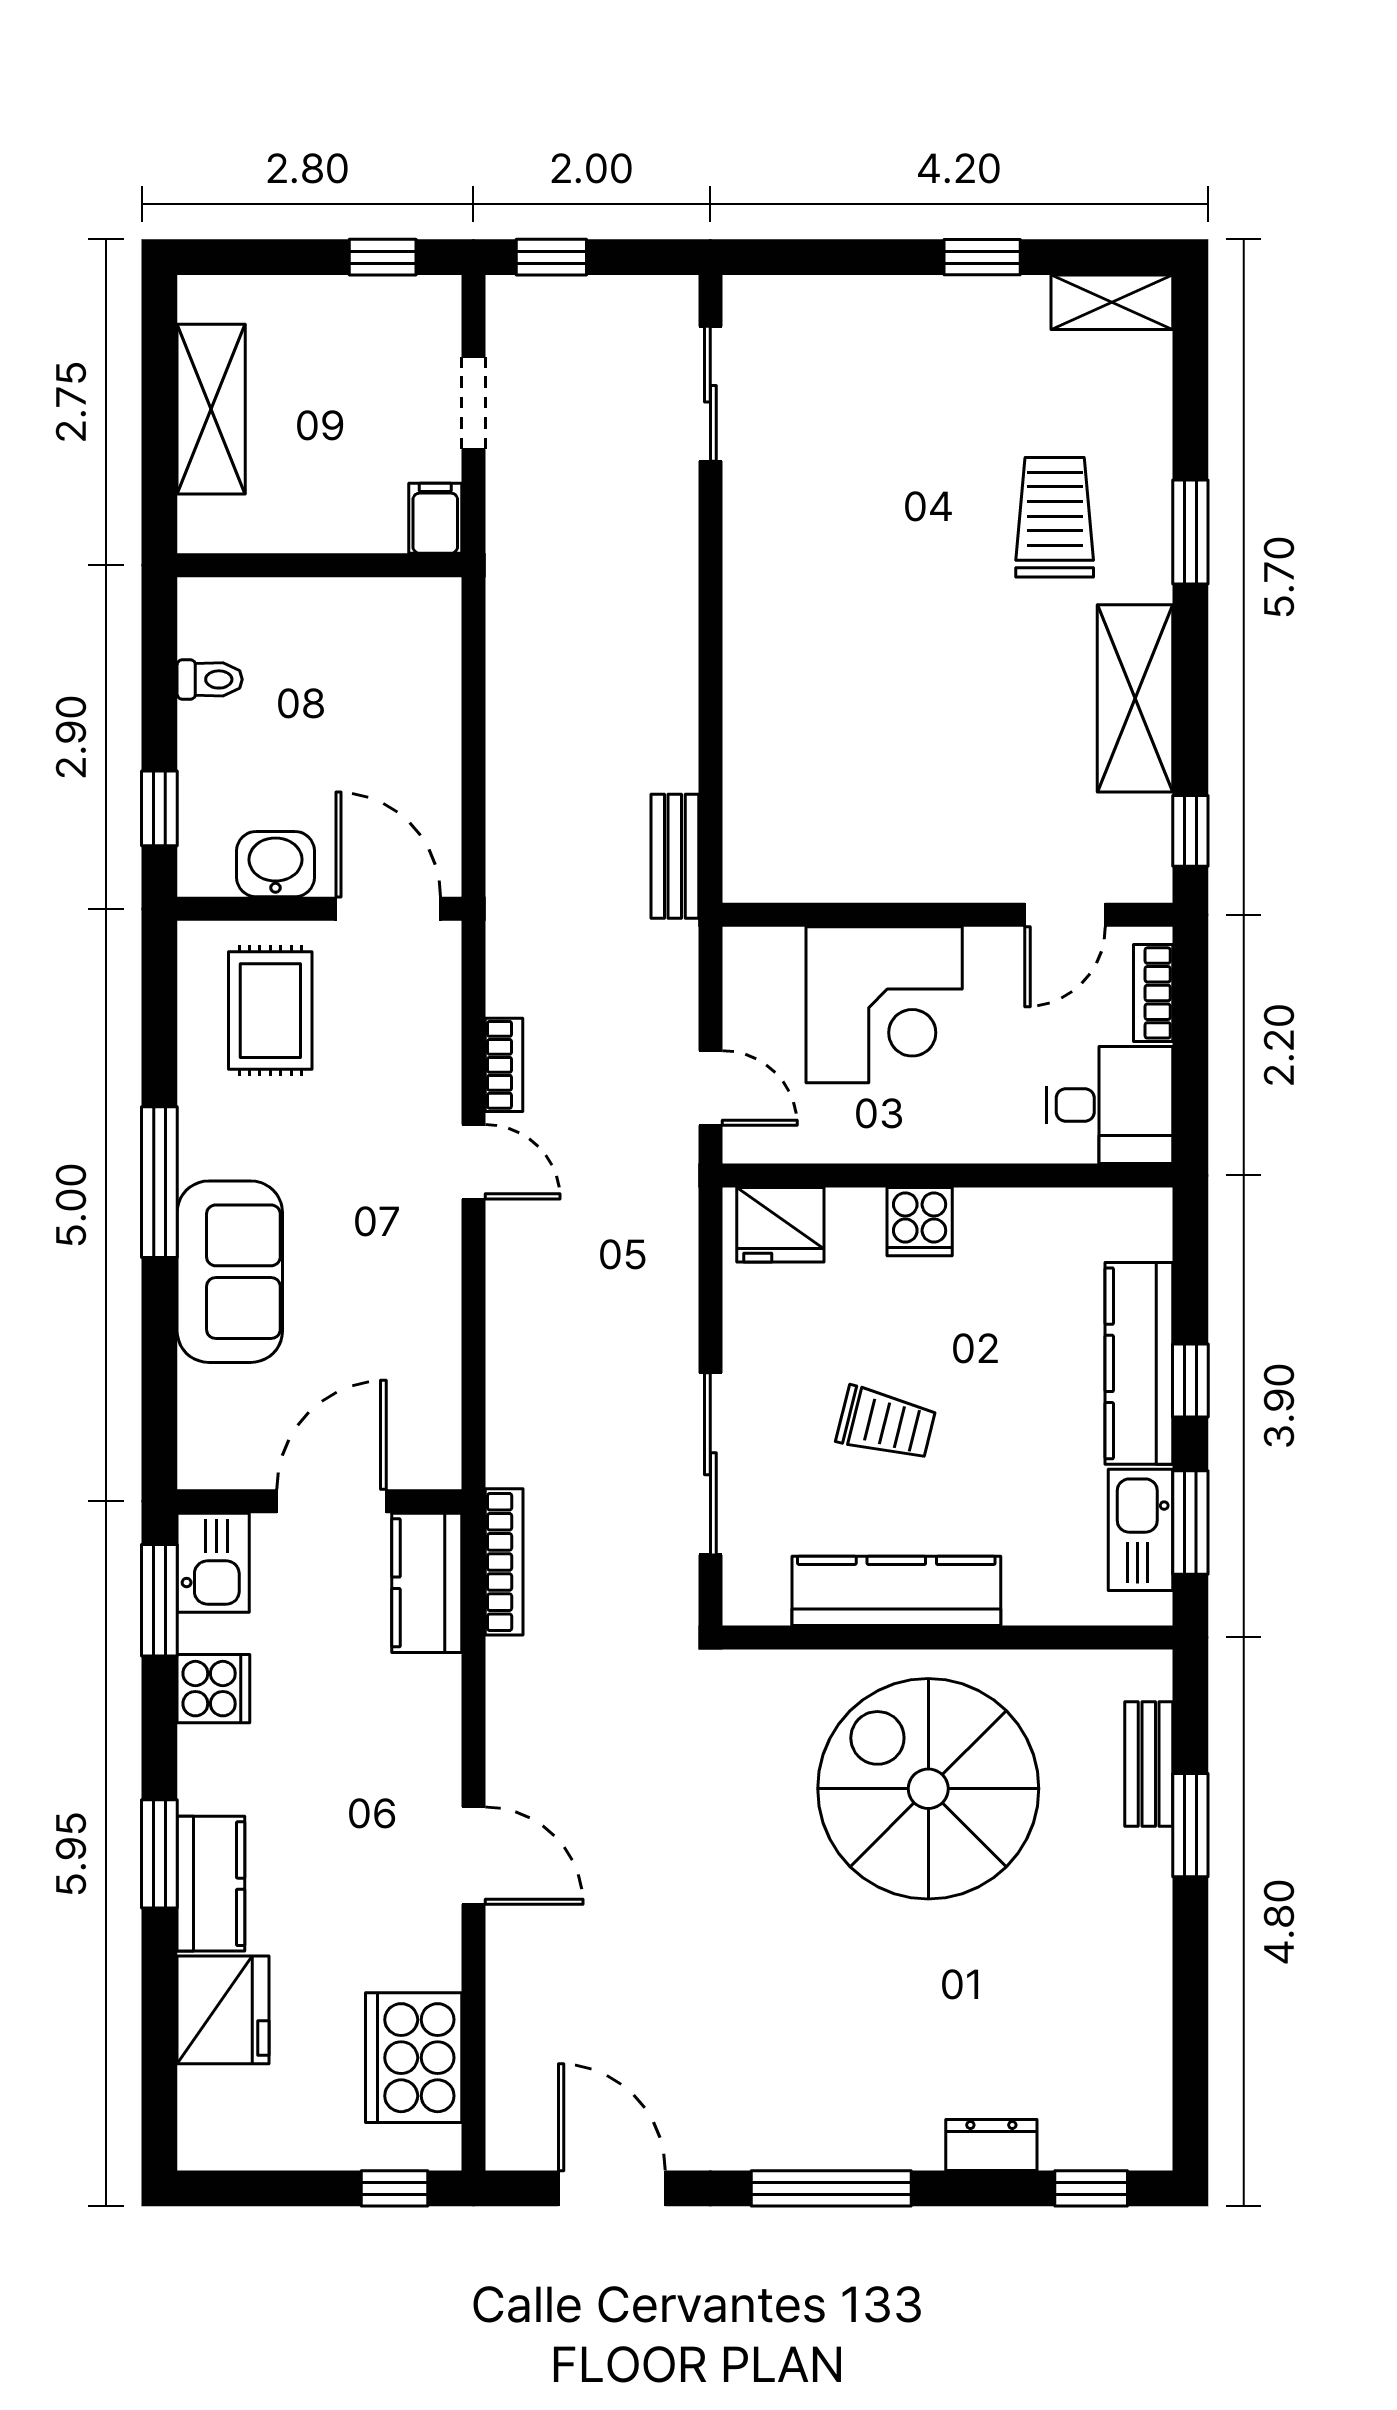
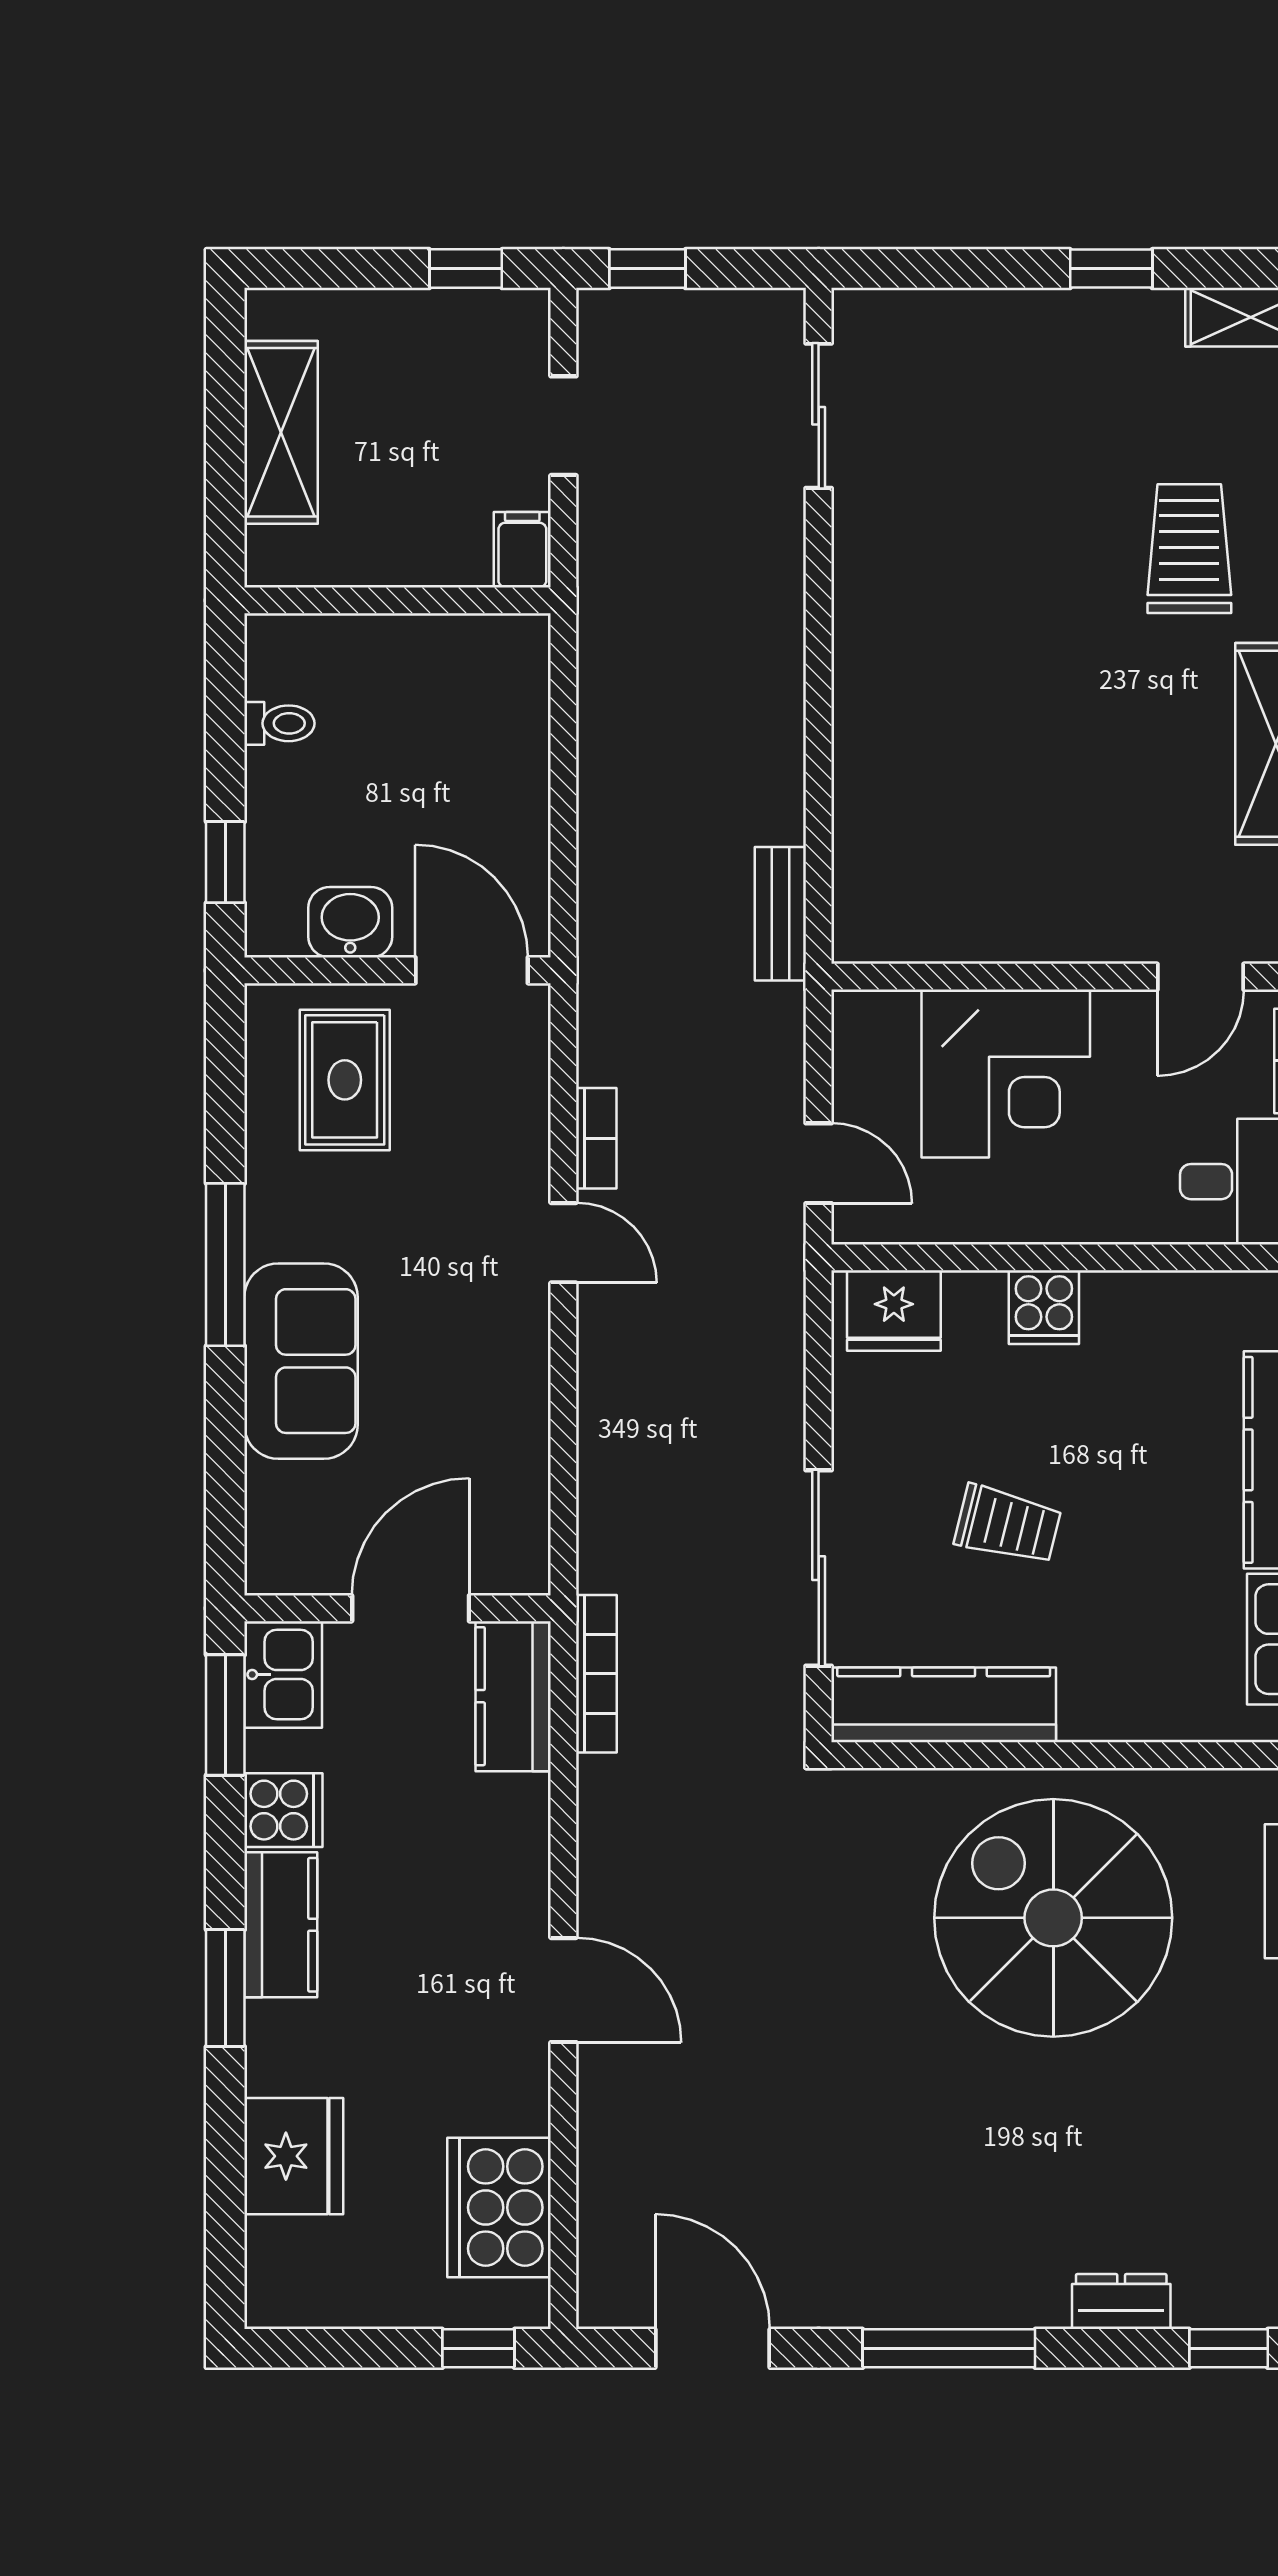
kitchen counter: (896, 1591) -> (944, 1705), moved
kitchen counter: (211, 1884) -> (281, 1925), moved

